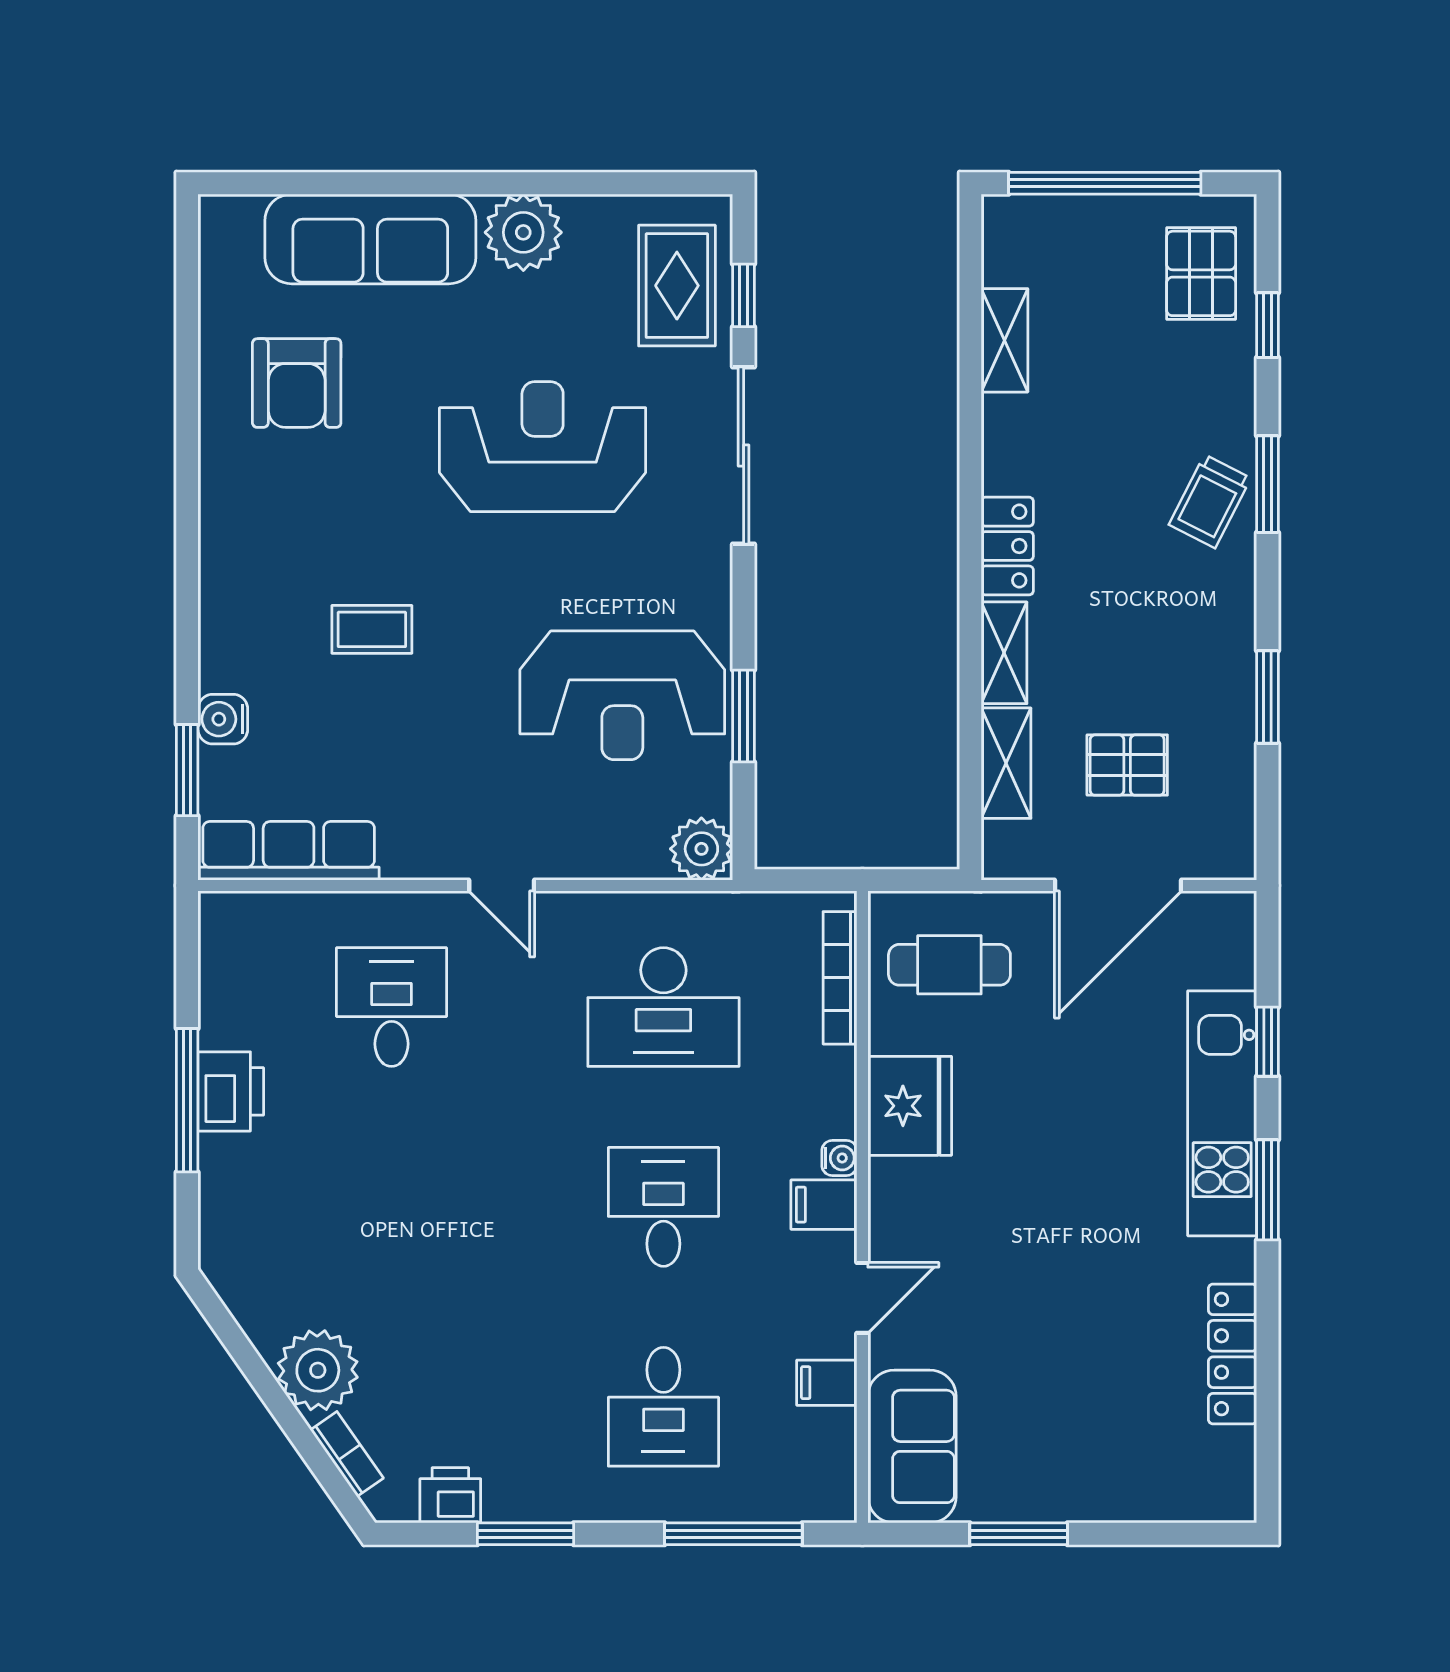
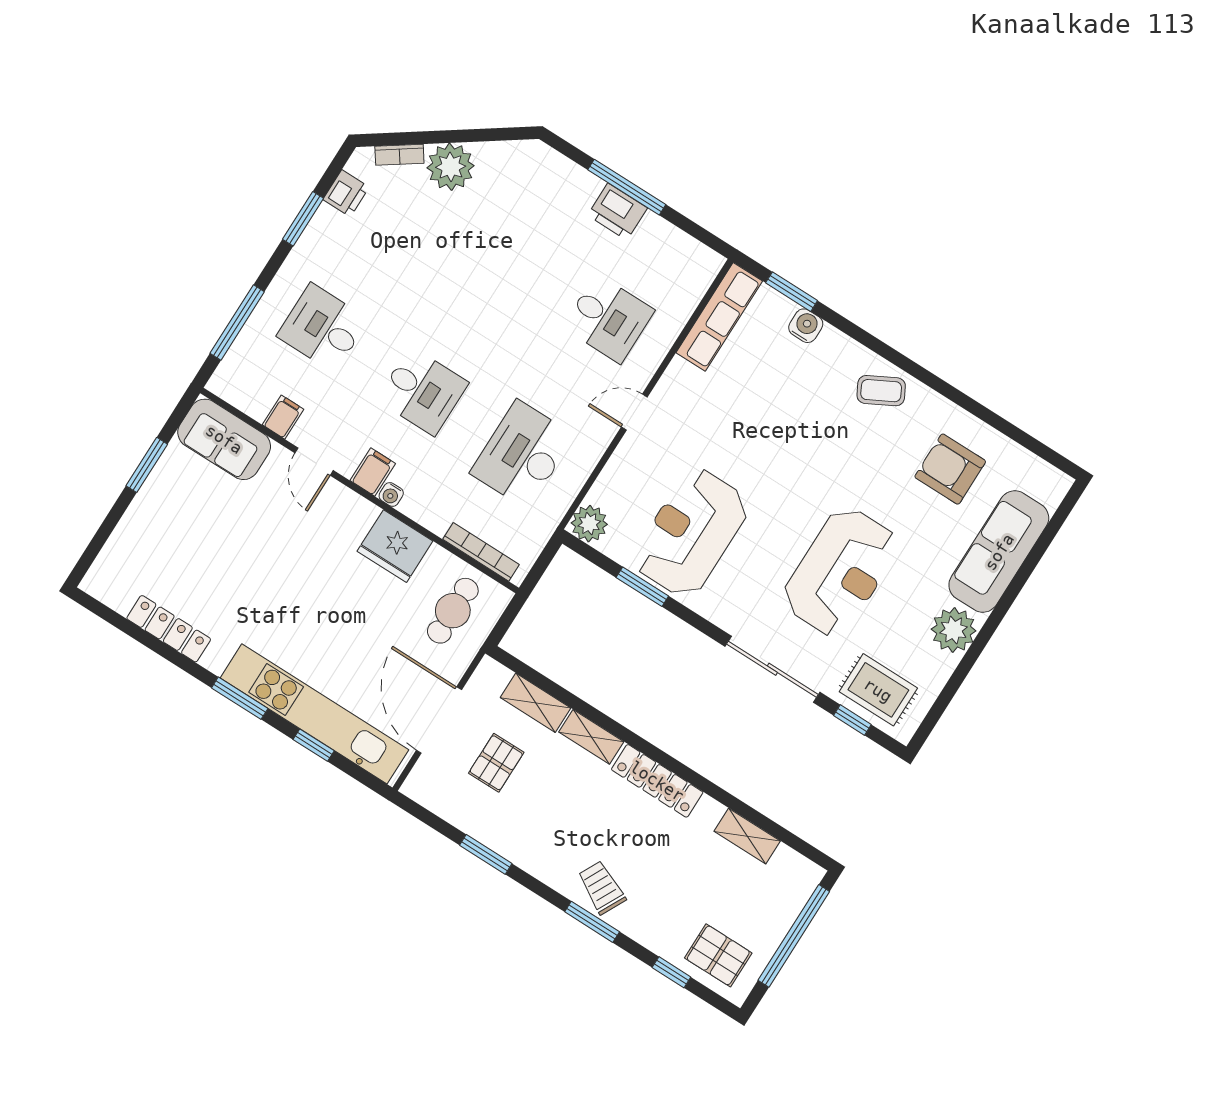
locker: (1007, 546) -> (657, 781), width x1.53
coffee table: (372, 629) -> (881, 391), moved, turned 62
kitchen unit: (1222, 1113) -> (314, 714), width x1.36

